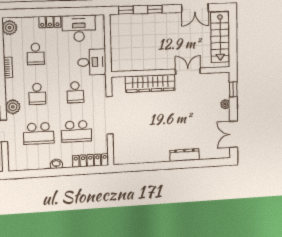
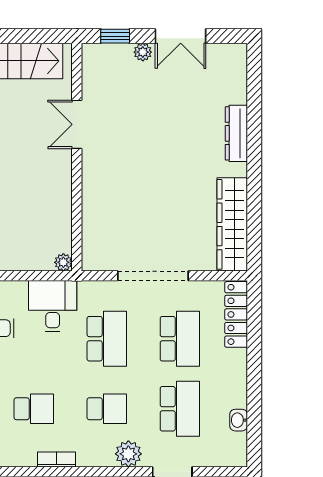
plant: (115, 67) -> (63, 262), added
wardrobe: (150, 83) -> (232, 224), moved, turned 180
school desk: (75, 92) -> (107, 339), width x1.85
double door: (234, 134) -> (181, 36), moved
washbasin: (56, 164) -> (239, 420), moved

